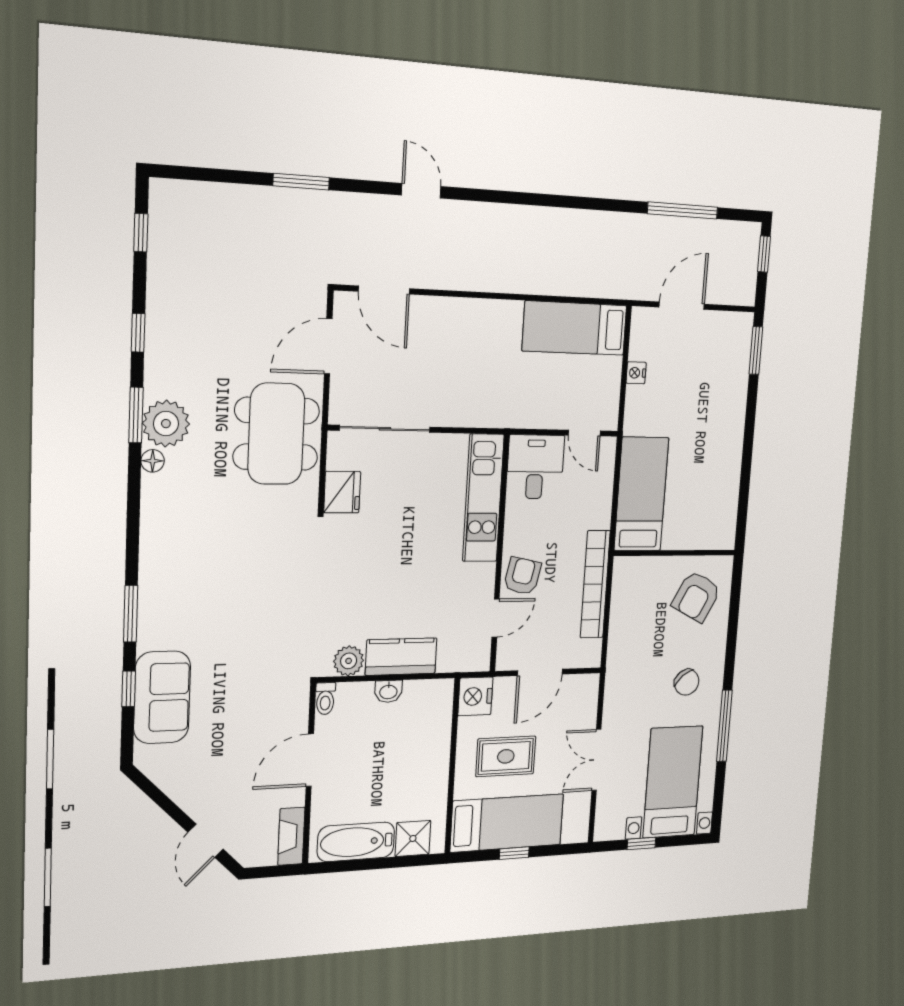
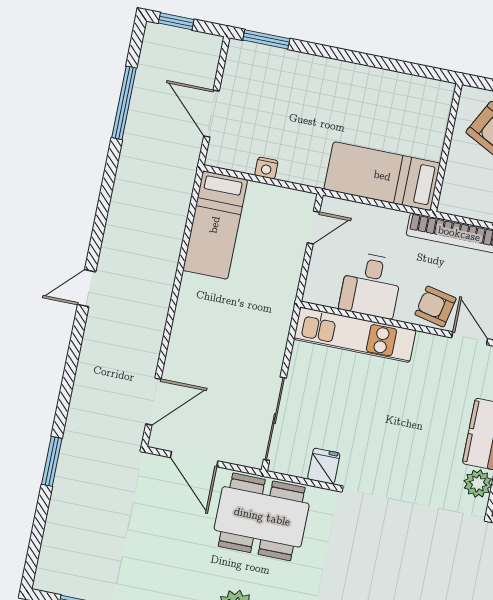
door: (421, 191) -> (87, 288), moved
desk: (535, 467) -> (371, 285), moved, turned -90
fridge: (342, 492) -> (324, 466), width x0.72

